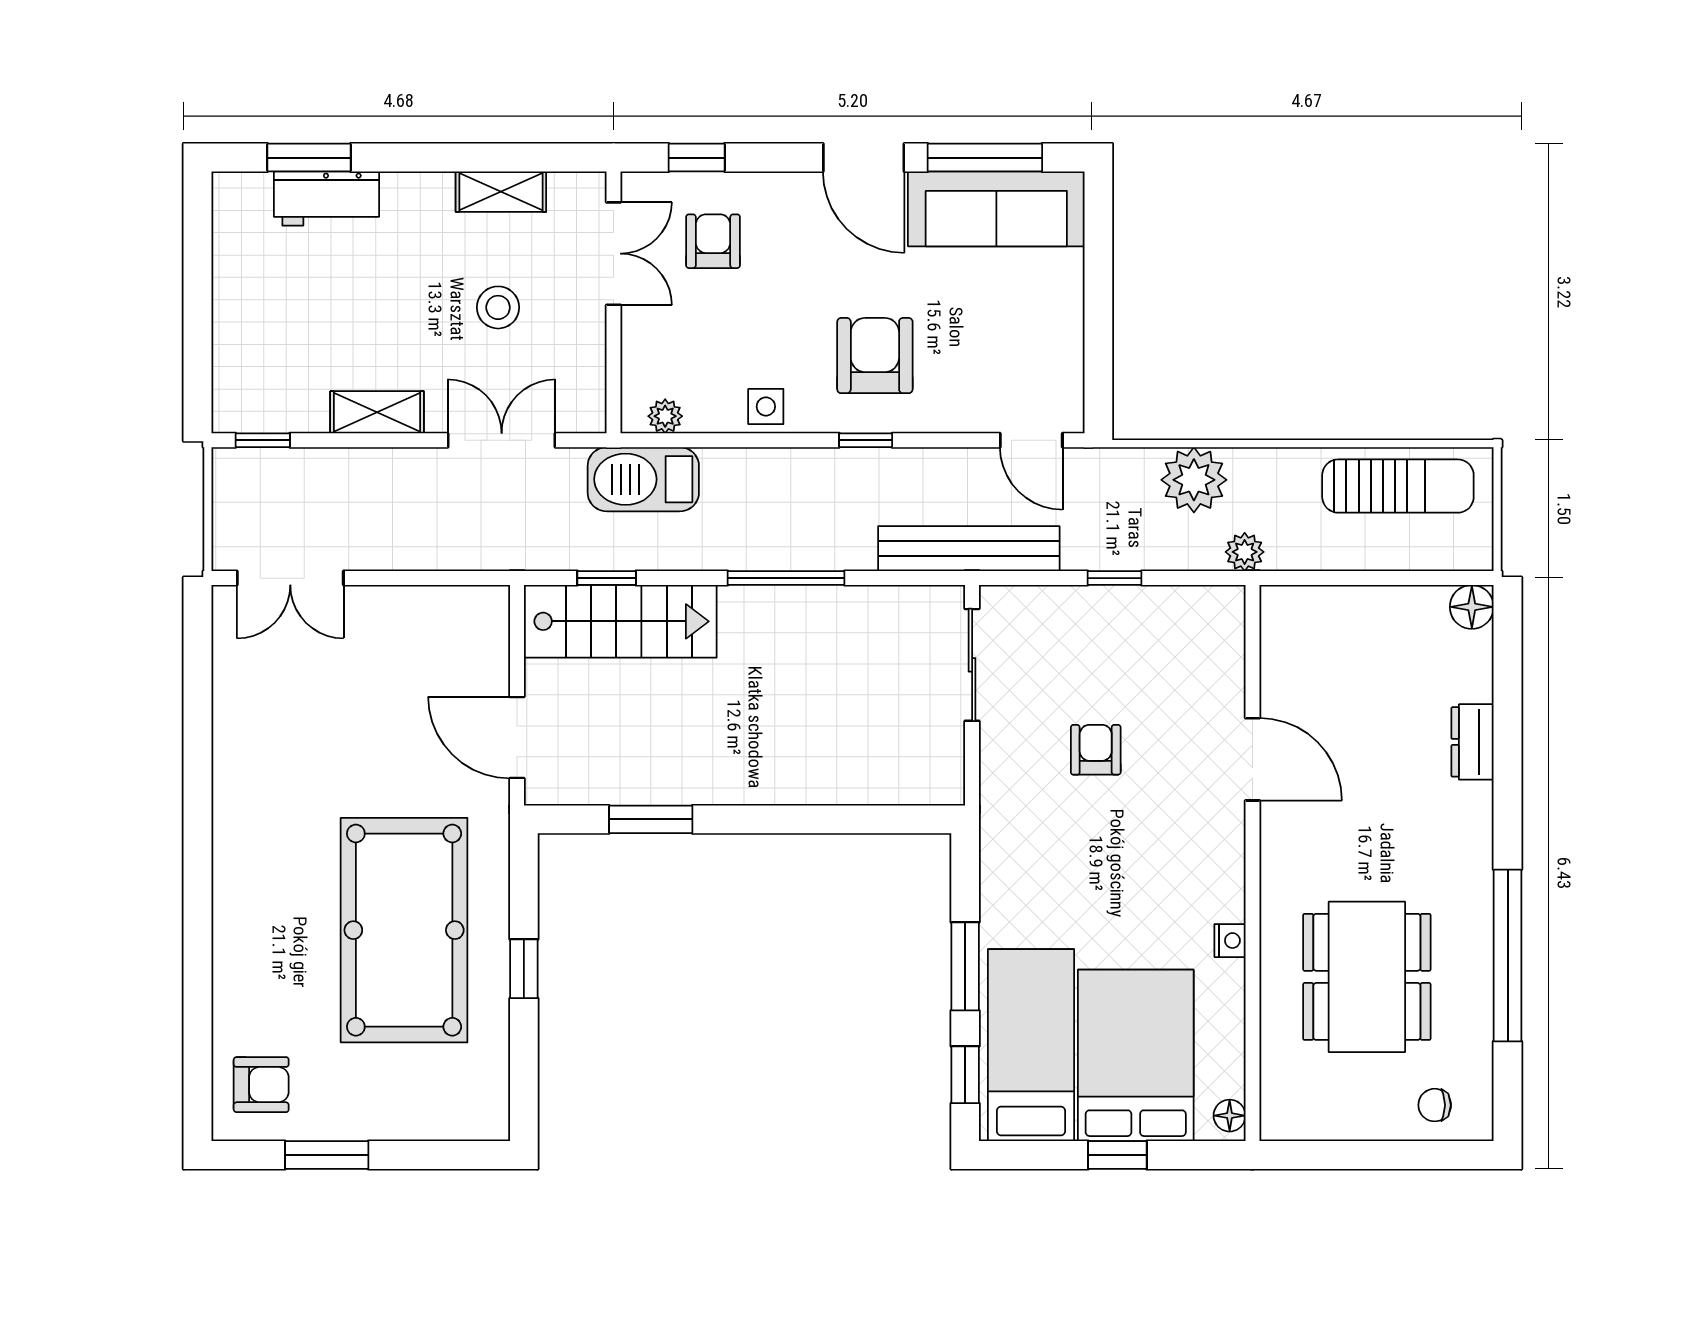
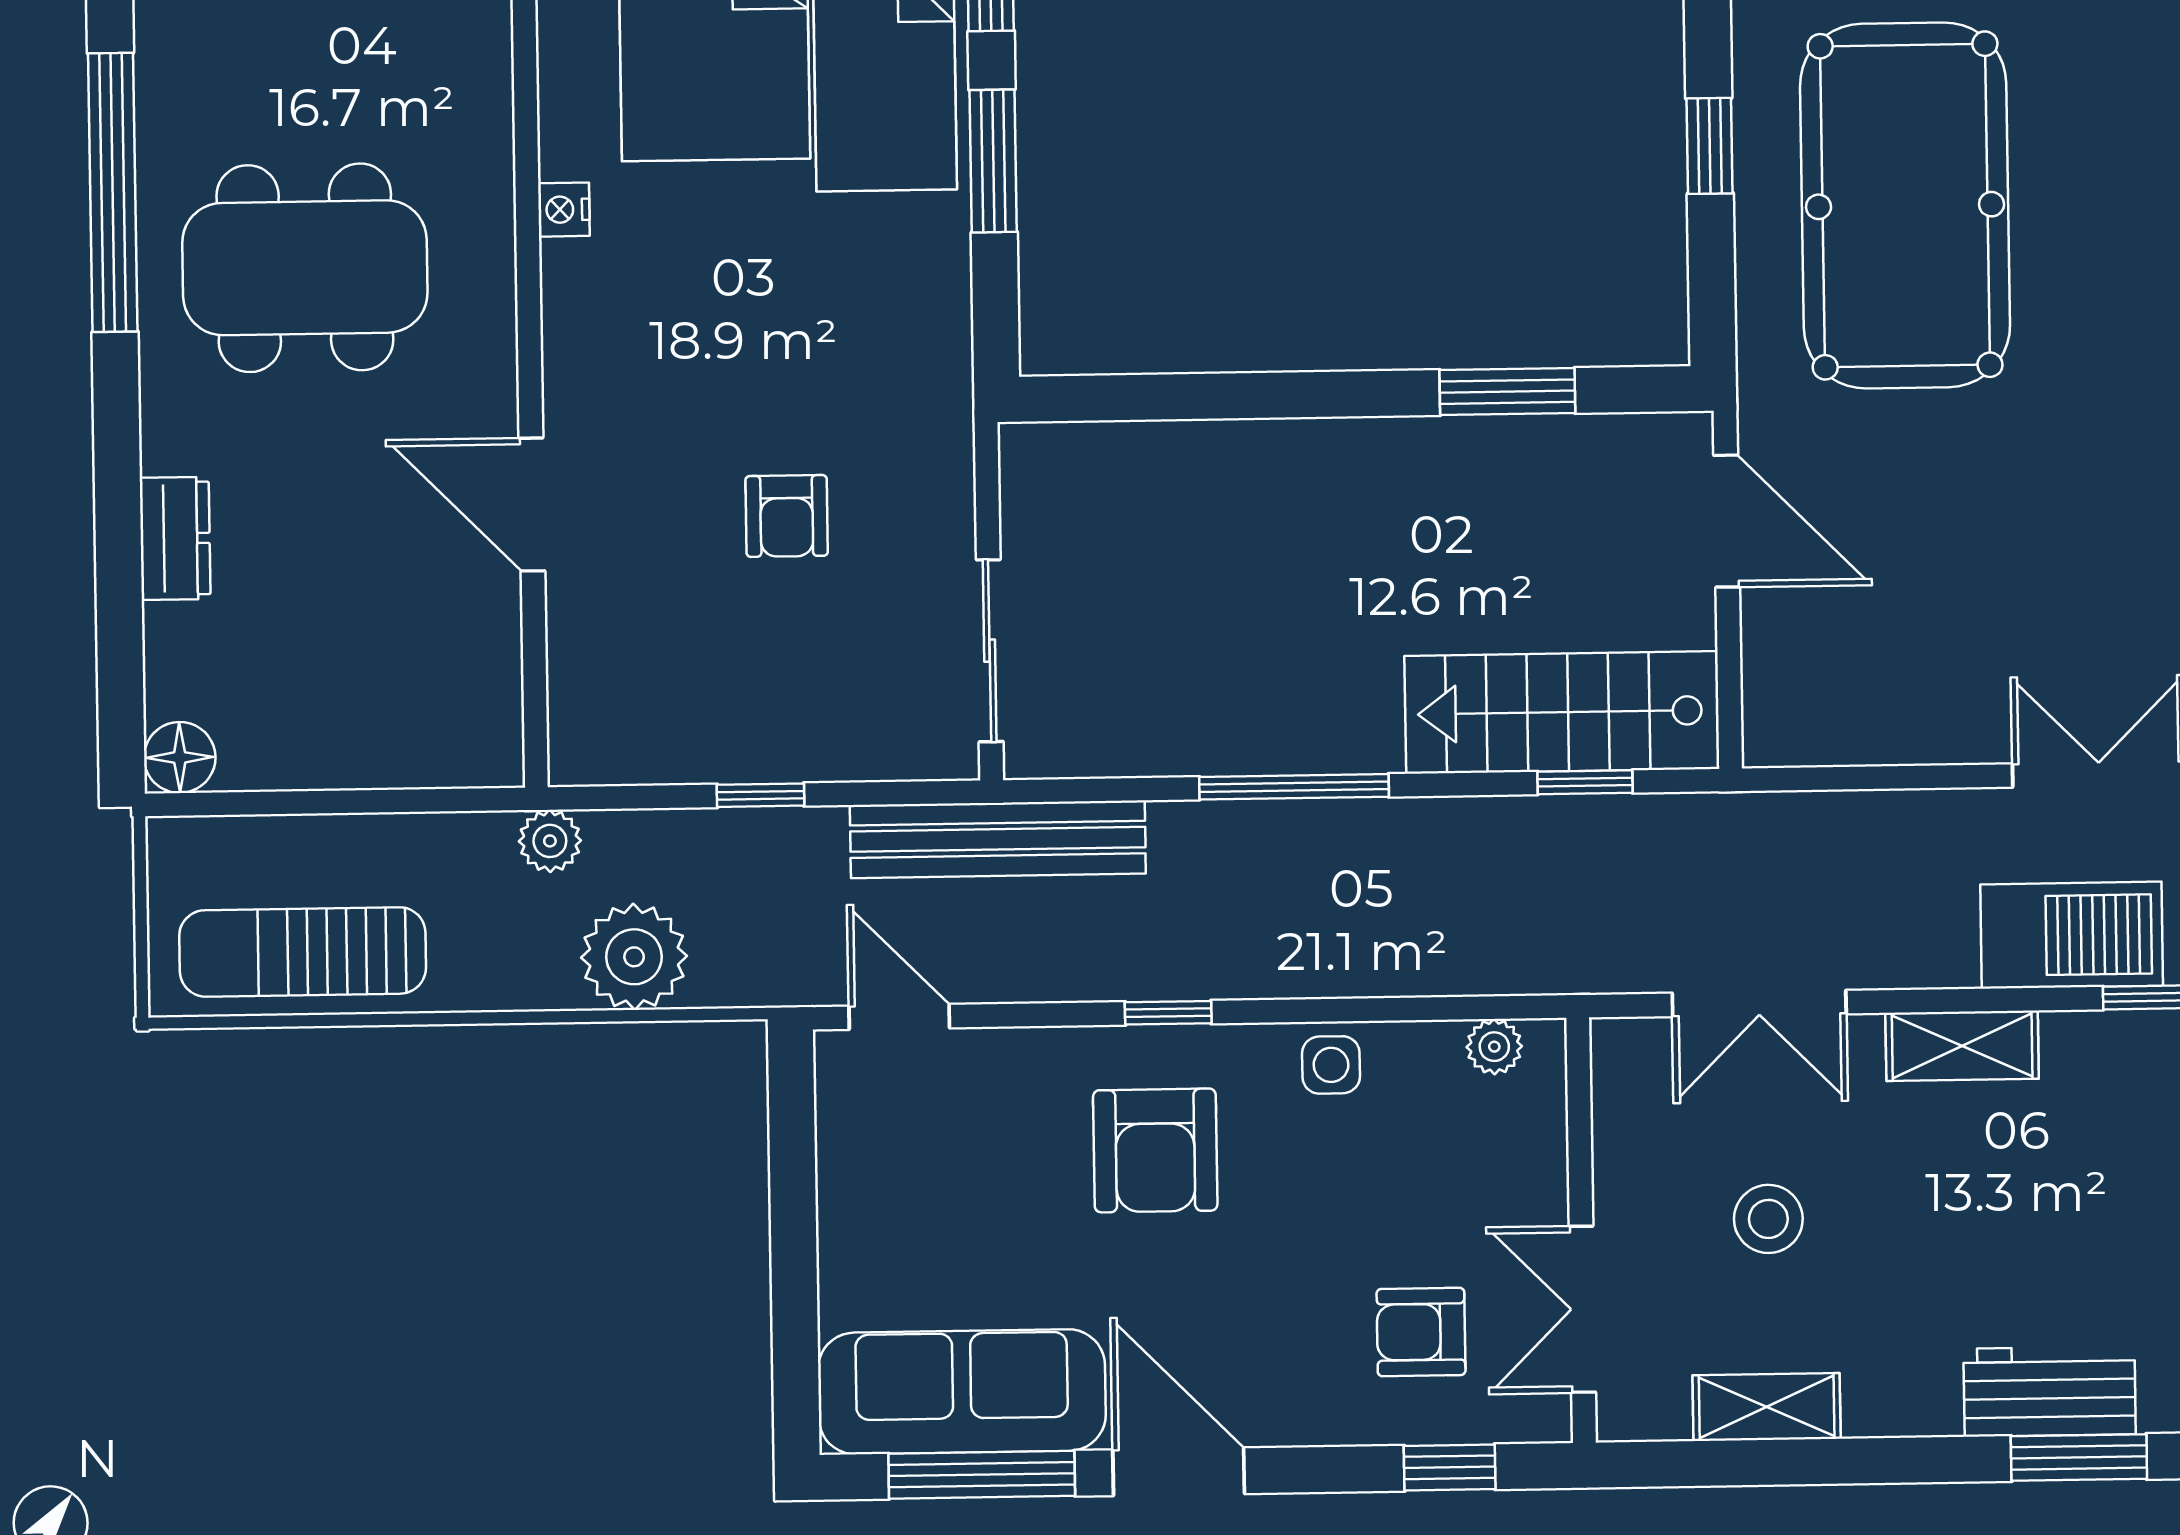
armchair: (713, 241) -> (1421, 1332), turned 90
barbecue: (643, 479) -> (2072, 935), moved
dining table: (1367, 977) -> (305, 268), moved, turned 90

